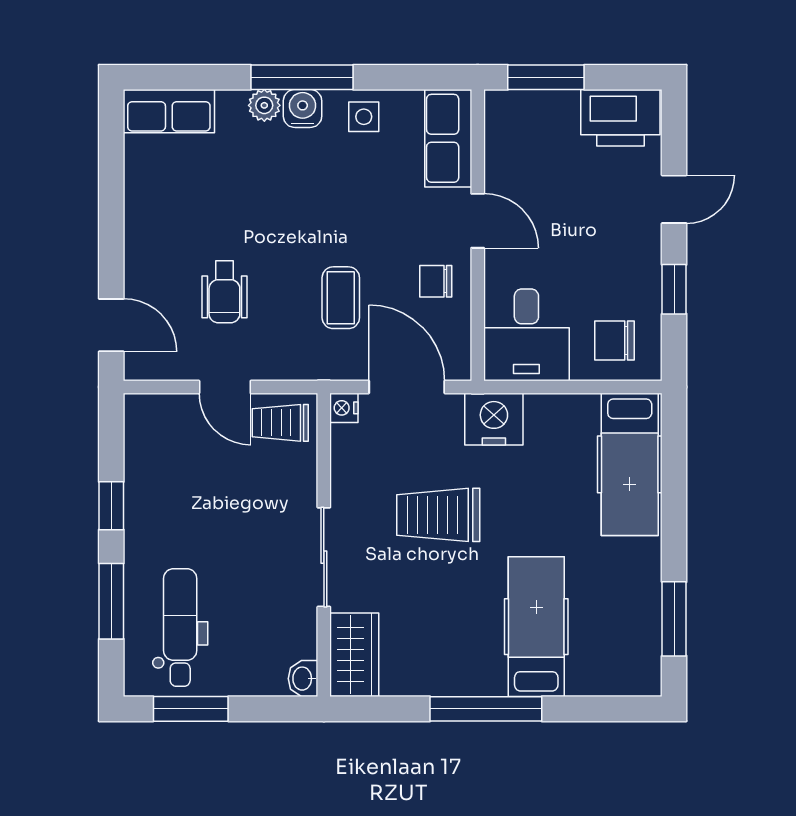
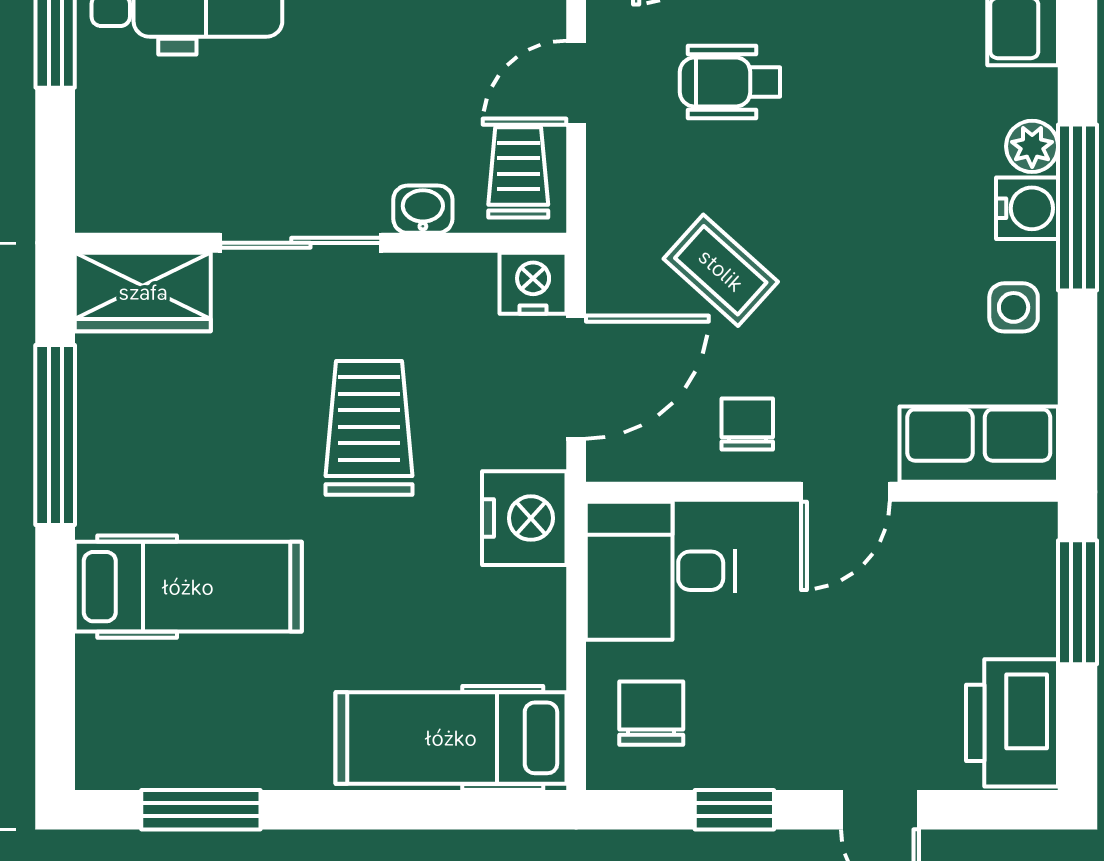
coffee table: (341, 298) -> (721, 270), turned 42
nightstand: (344, 408) -> (533, 283), width x1.39, depth x1.35
washbasin: (303, 679) -> (423, 209), moved
window: (486, 709) -> (55, 435), moved

